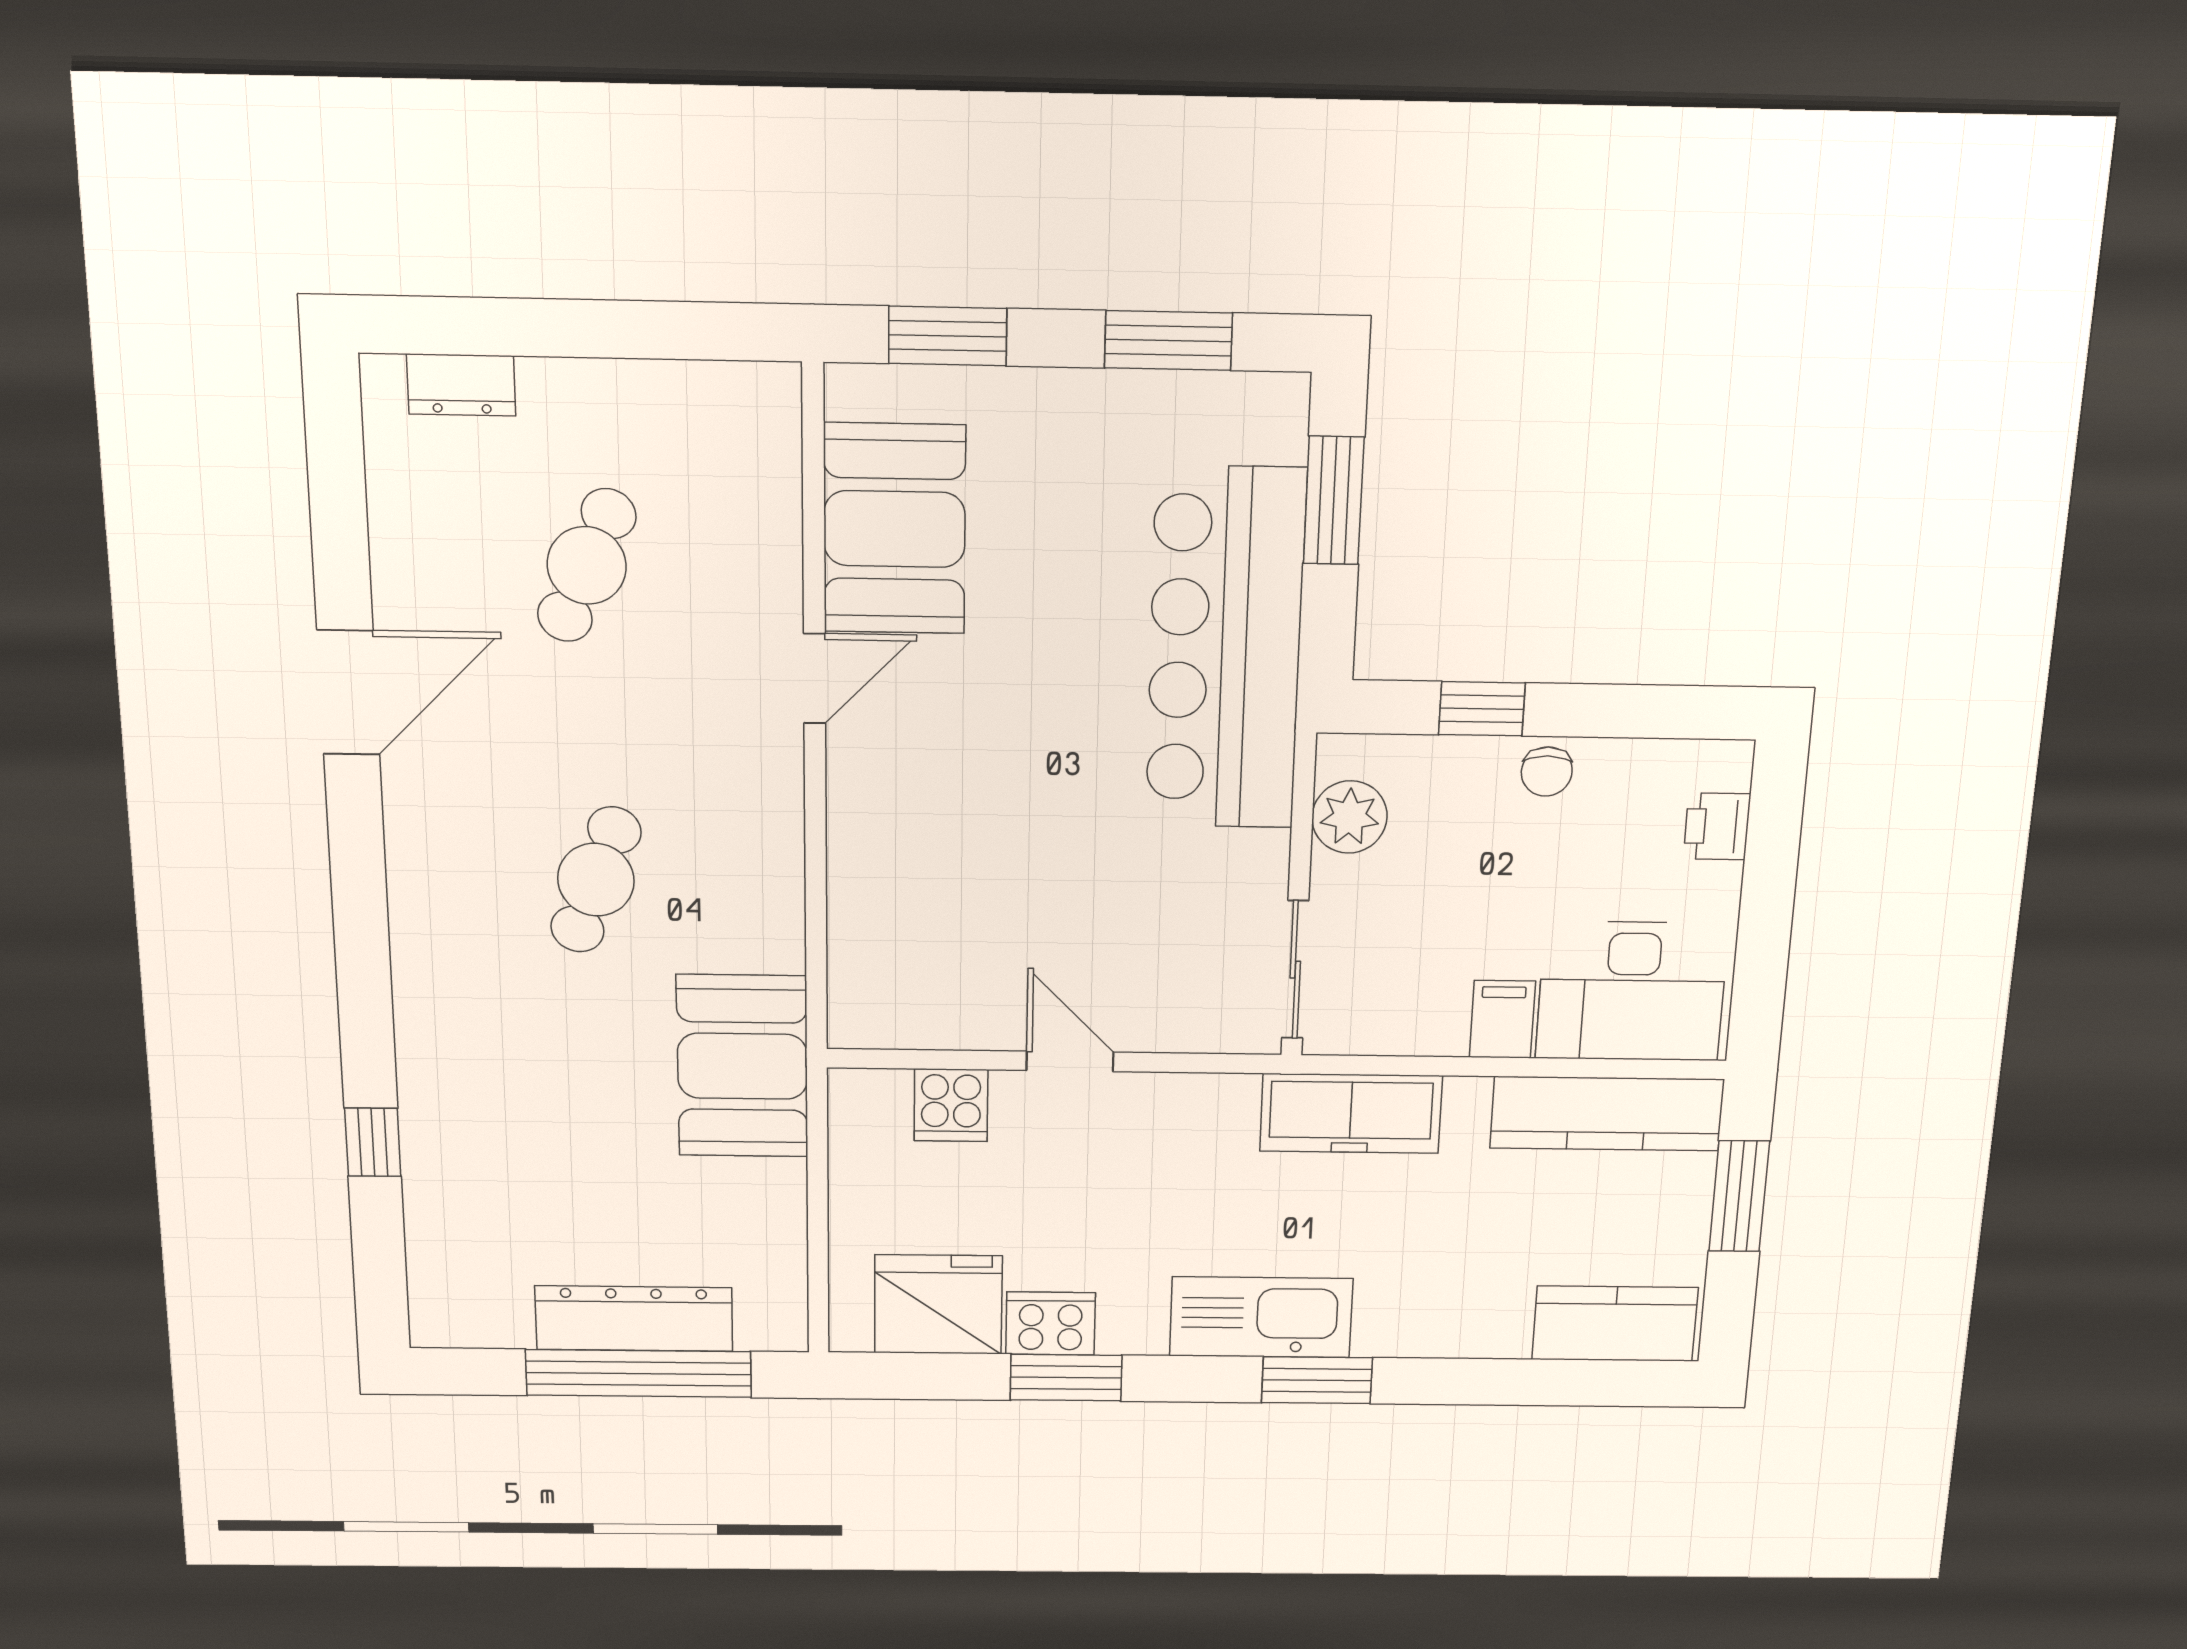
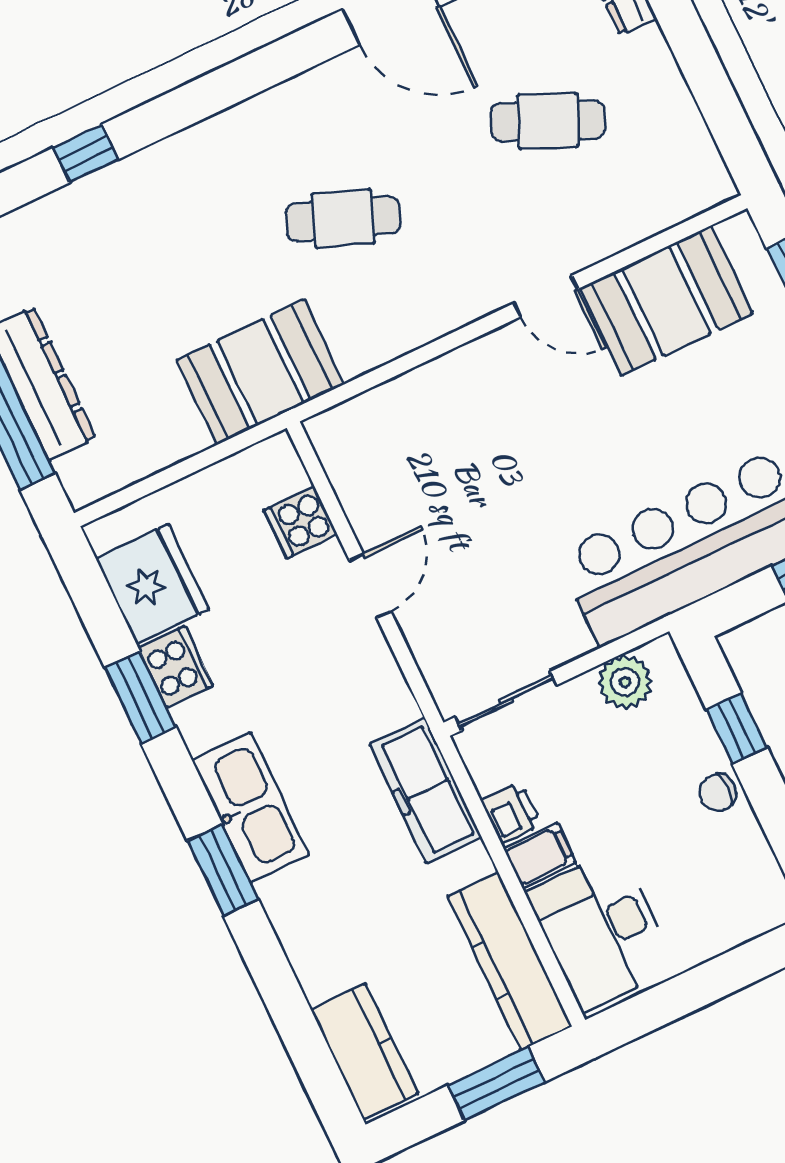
printer: (1717, 826) -> (511, 813), moved, turned 90

